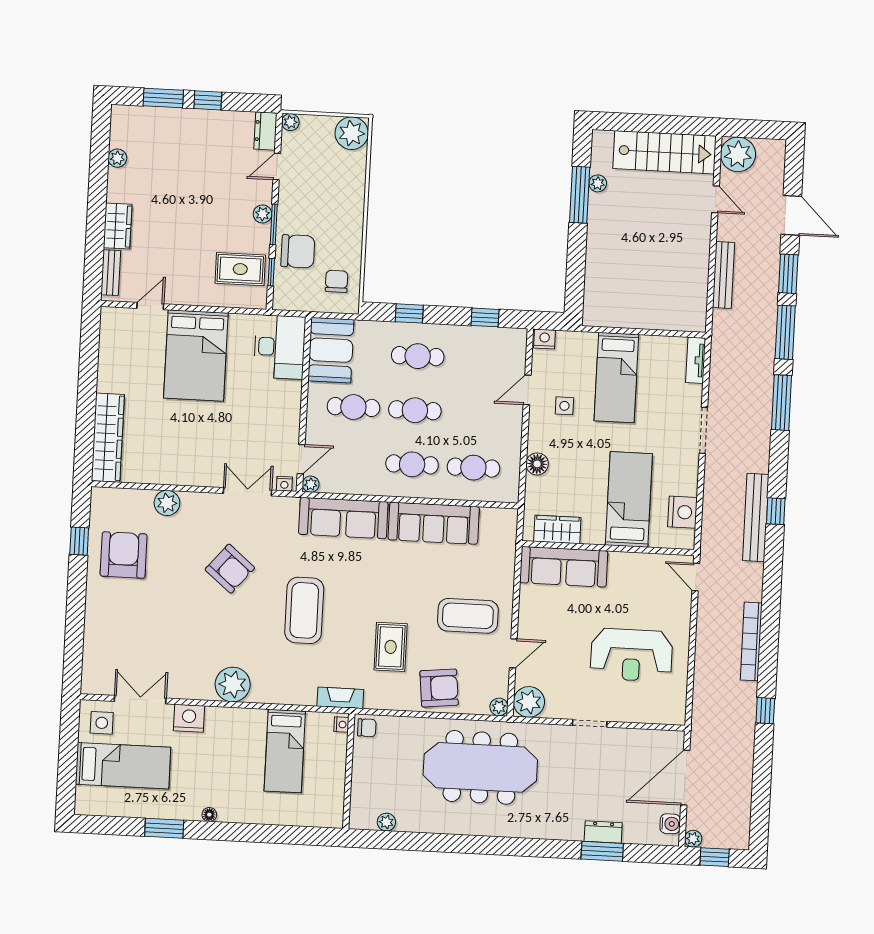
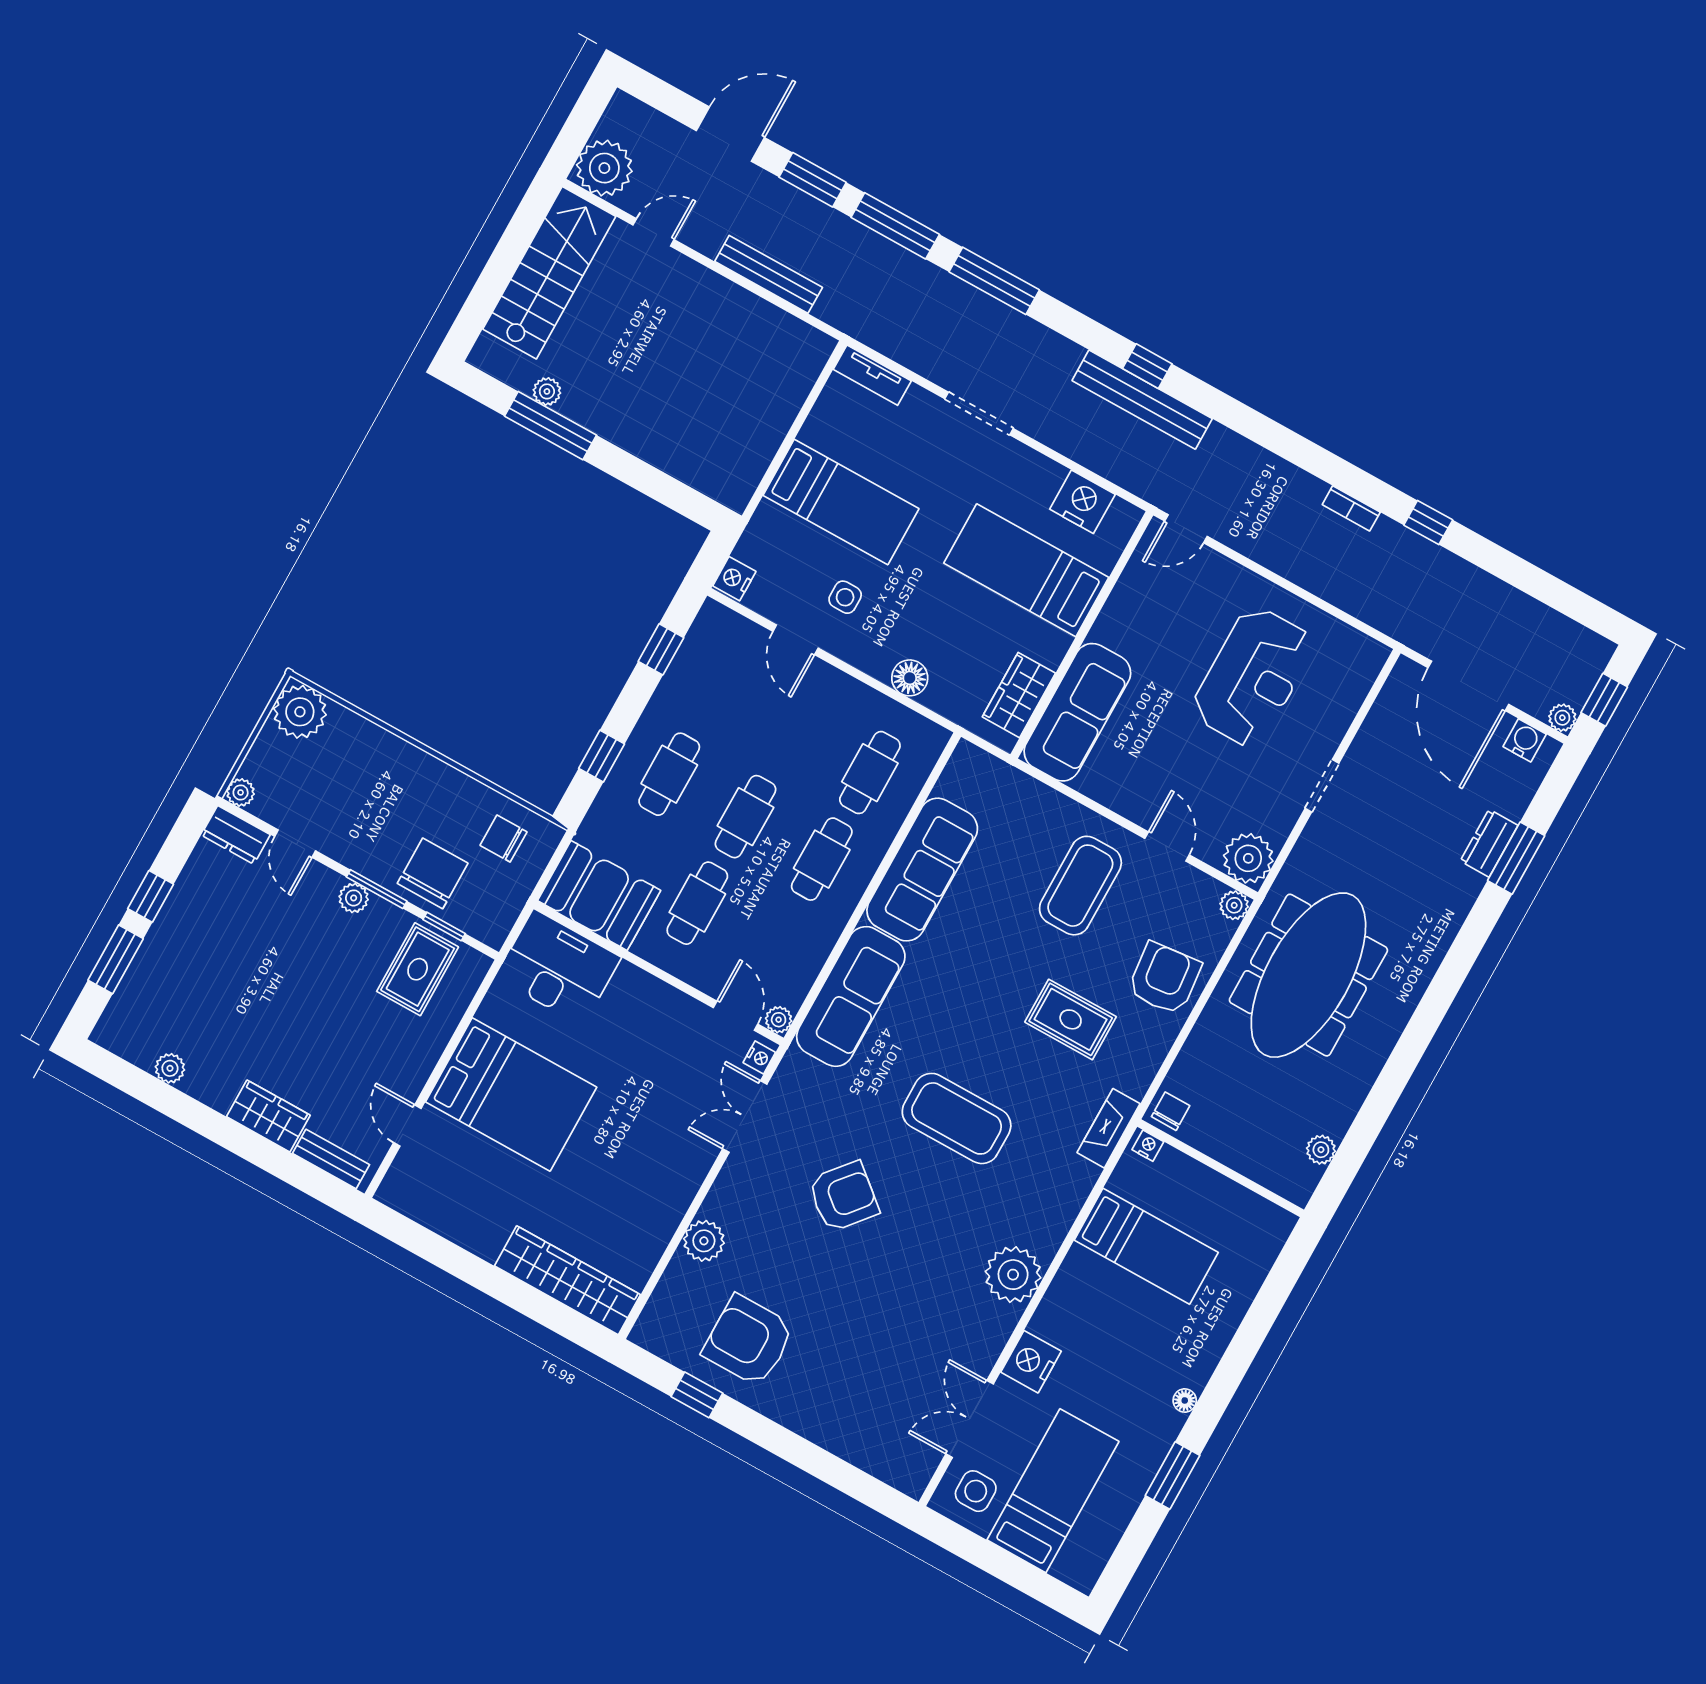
bookcase: (751, 641) -> (1351, 508), width x0.43, depth x0.76

